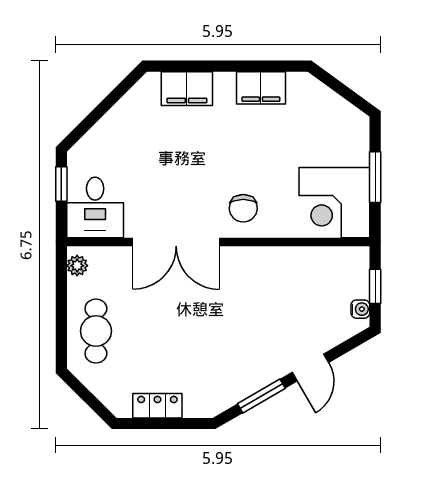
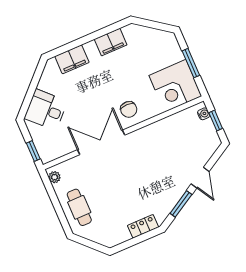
window: (61, 184) -> (33, 151), moved
desk: (95, 208) -> (46, 110), moved, turned 135
double door: (176, 242) -> (101, 142), swing flipped
water cooler: (360, 309) -> (204, 114), moved
locker: (157, 406) -> (143, 226), moved

